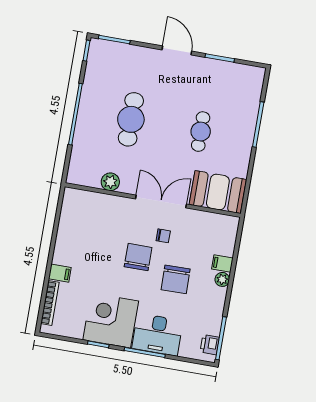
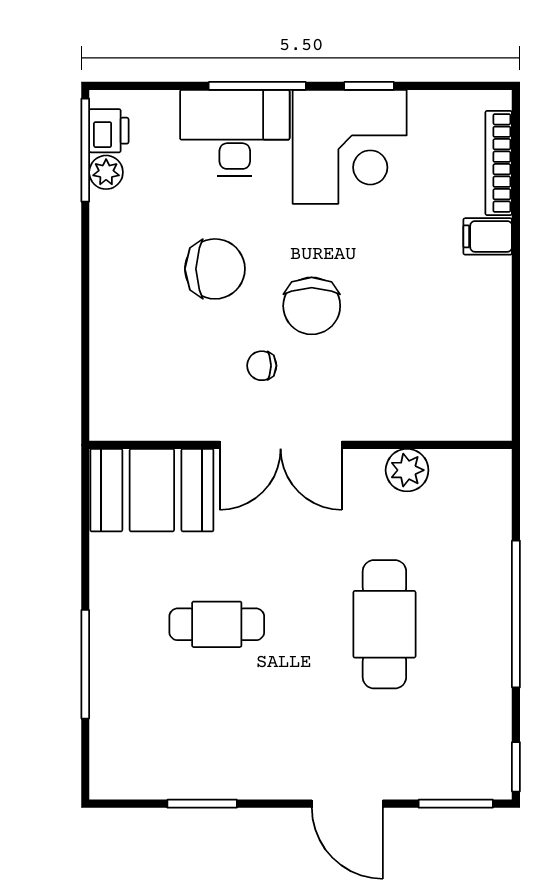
door: (177, 50) -> (347, 804), moved
cafe table: (201, 132) -> (217, 624), turned 90
filing cabinet: (222, 263) -> (112, 325), removed
chair: (176, 279) -> (215, 269), turned 91
plant: (222, 279) -> (106, 172), moved

